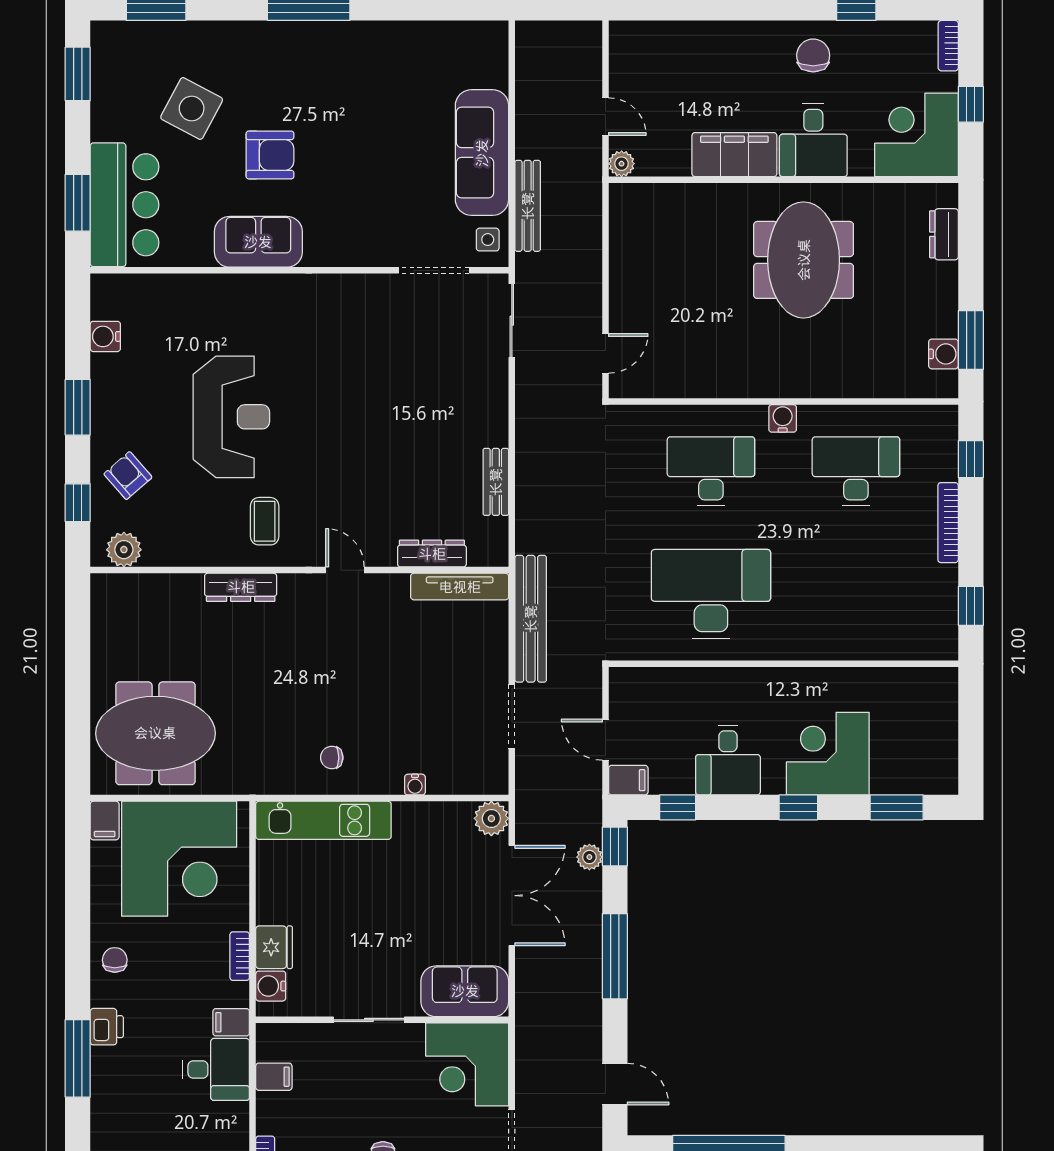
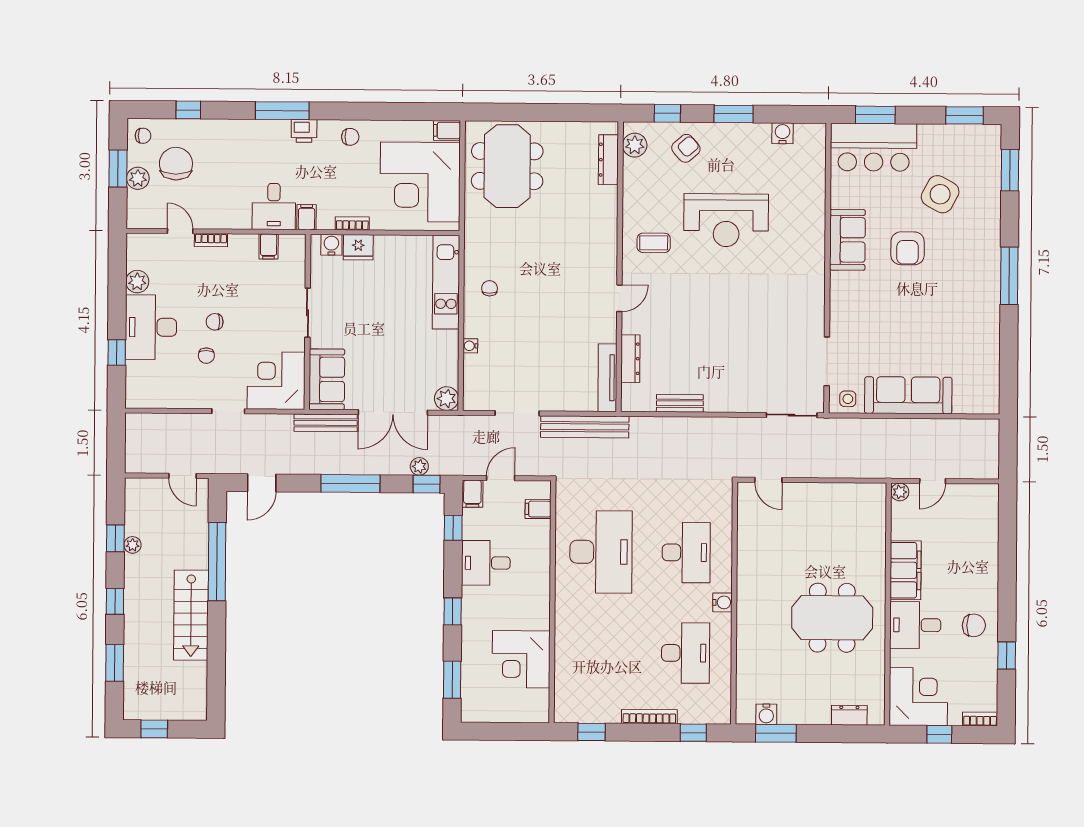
bench: (528, 206) -> (326, 423), moved
dresser: (241, 587) -> (608, 160), moved
filing cabinet: (650, 685) -> (538, 509), added
corner desk: (828, 754) -> (521, 659), moved, turned 180

